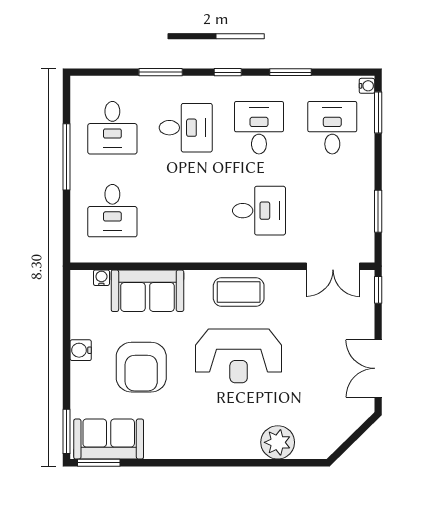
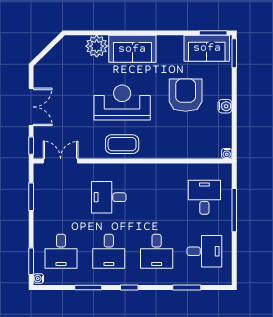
window: (161, 72) -> (187, 287), moved
desk: (112, 128) -> (204, 251), turned 90
desk: (186, 128) -> (157, 251), turned -90
window: (67, 157) -> (234, 210), moved
water cooler: (101, 278) -> (227, 153), moved
sofa: (147, 291) -> (132, 49), moved, turned 180
double door: (378, 368) -> (31, 107), moved

